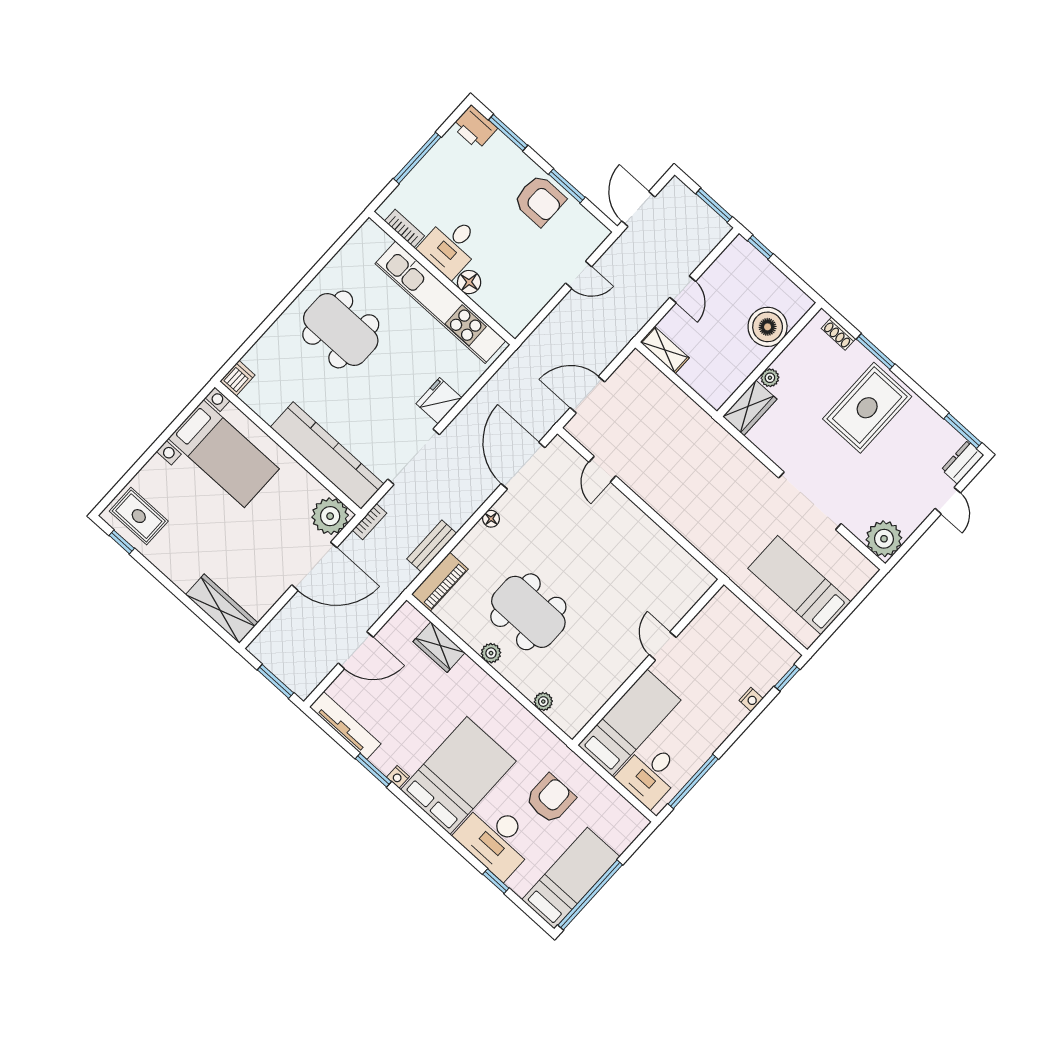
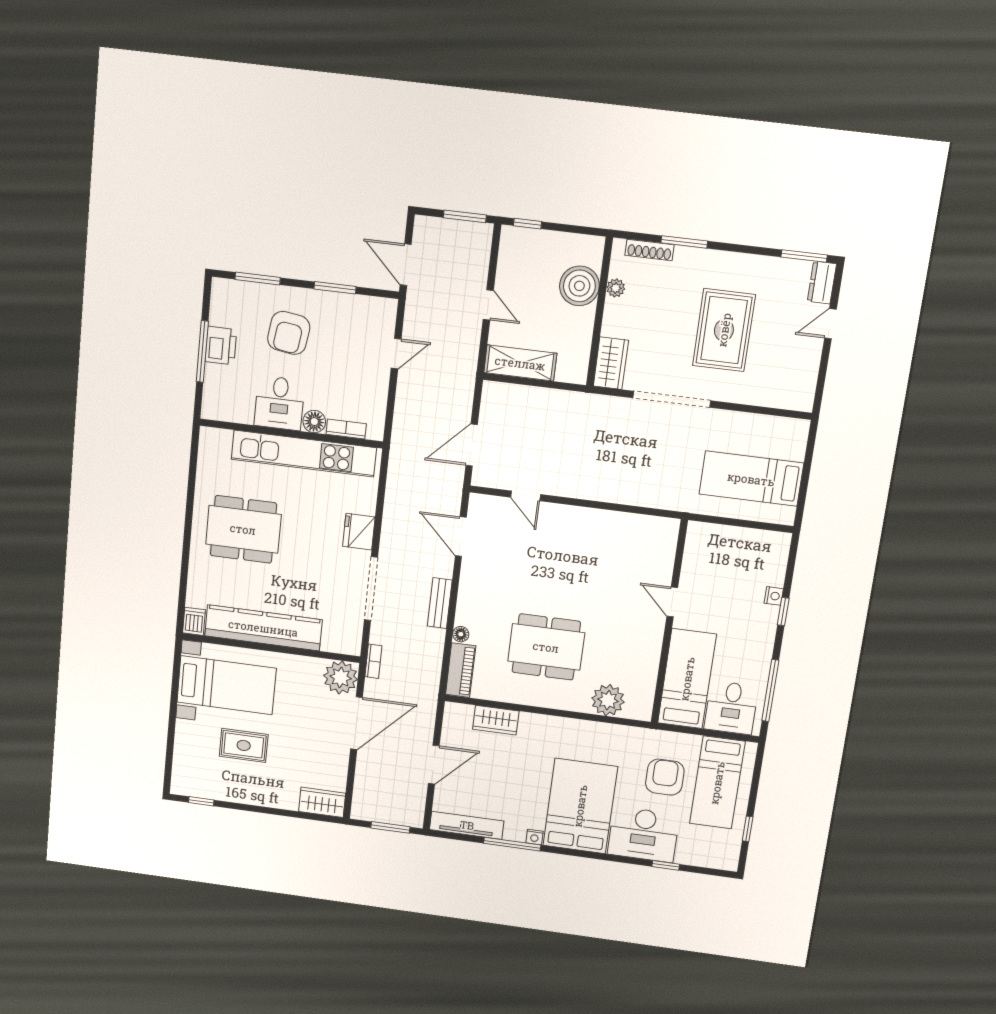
printer: (474, 127) -> (221, 346), moved, turned -90
armchair: (540, 200) -> (289, 333), moved, turned 98
bookcase: (405, 228) -> (346, 429), moved
shoe rack: (838, 334) -> (650, 250), width x1.43
shelving: (665, 350) -> (520, 363), width x1.50, depth x1.33
plant: (770, 378) -> (616, 288), moved
rug: (867, 408) -> (724, 330), moved
kitchen counter: (327, 456) -> (263, 628), moved
door: (523, 466) -> (461, 537), width x0.73
doorway: (810, 501) -> (672, 399), moved
door: (948, 501) -> (830, 324), swing flipped
rug: (139, 516) -> (244, 745), moved
floor lamp: (491, 519) -> (461, 634), moved
plant: (884, 539) -> (797, 393), removed
bench: (432, 546) -> (440, 603), moved
wardrobe: (222, 609) -> (322, 802), width x0.67
plant: (491, 653) -> (539, 698), removed
window: (787, 678) -> (783, 612), moved
plant: (543, 702) -> (608, 700), width x1.88, depth x1.88
window: (373, 770) -> (512, 844), width x1.44
bed: (571, 878) -> (717, 783), moved, turned 180
window: (590, 895) -> (748, 829), width x0.32

